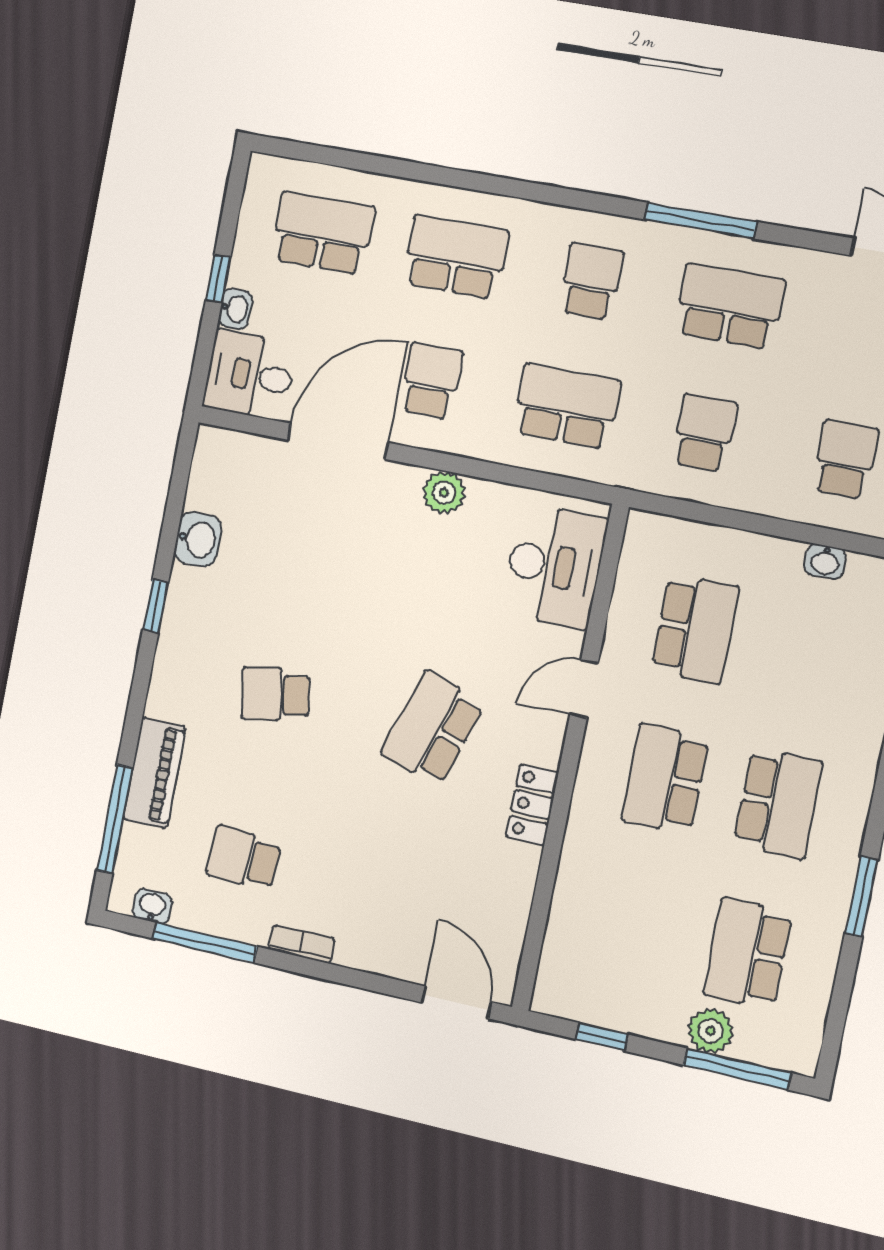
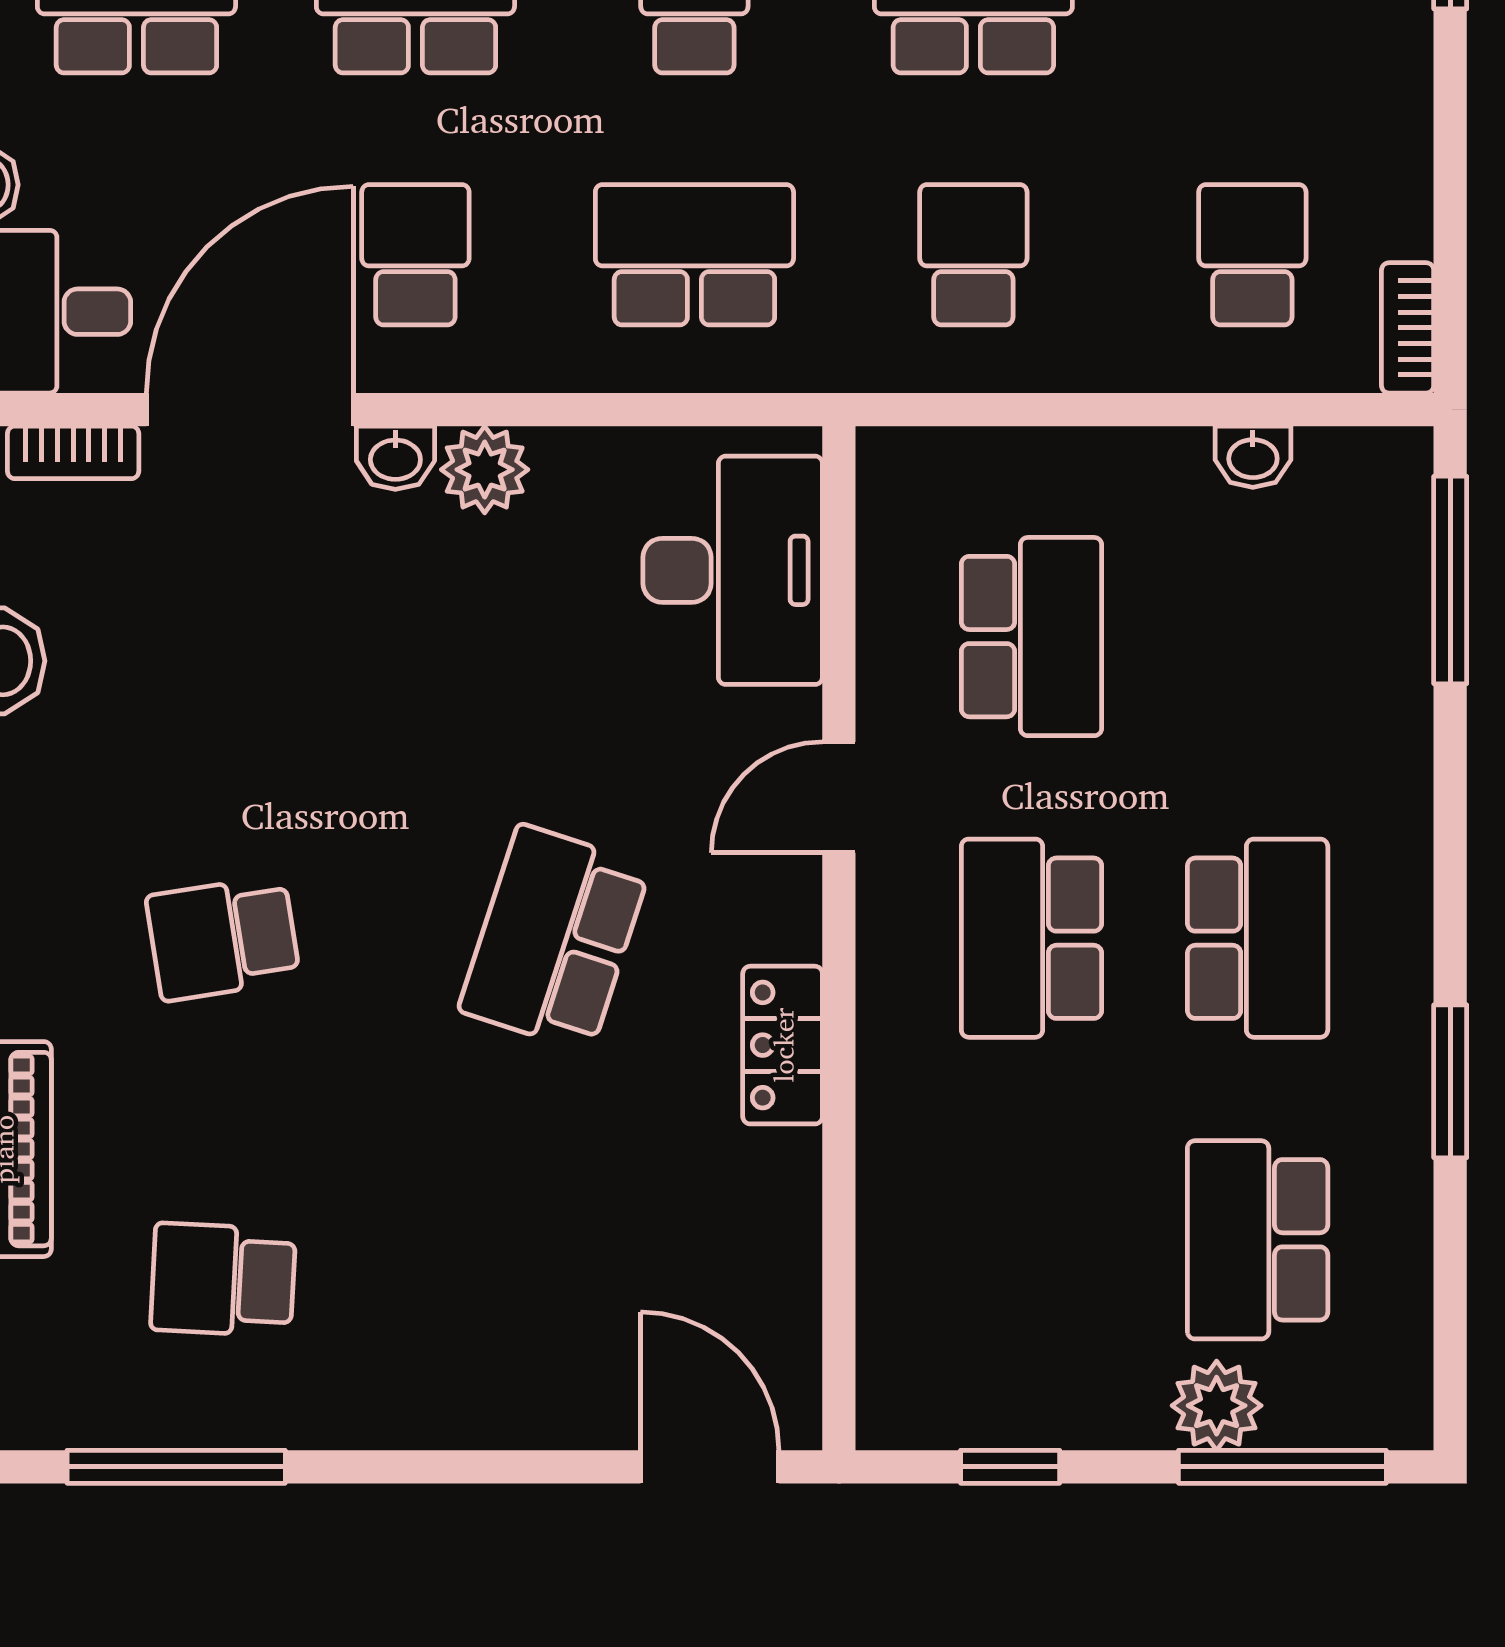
washbasin: (152, 906) -> (395, 458), moved, turned 180
bookcase: (302, 944) -> (73, 452), moved, turned 180

